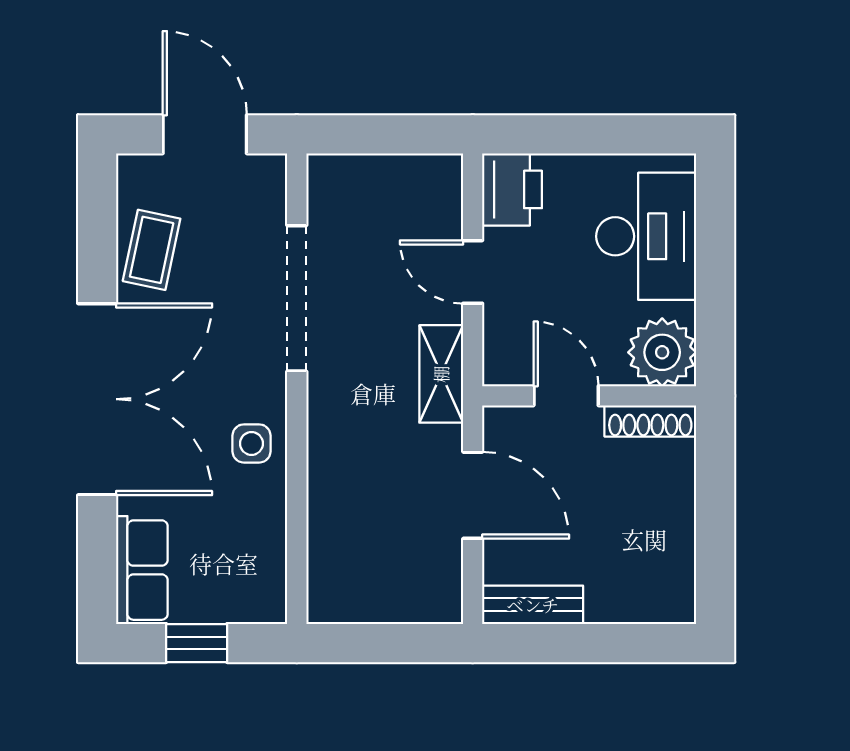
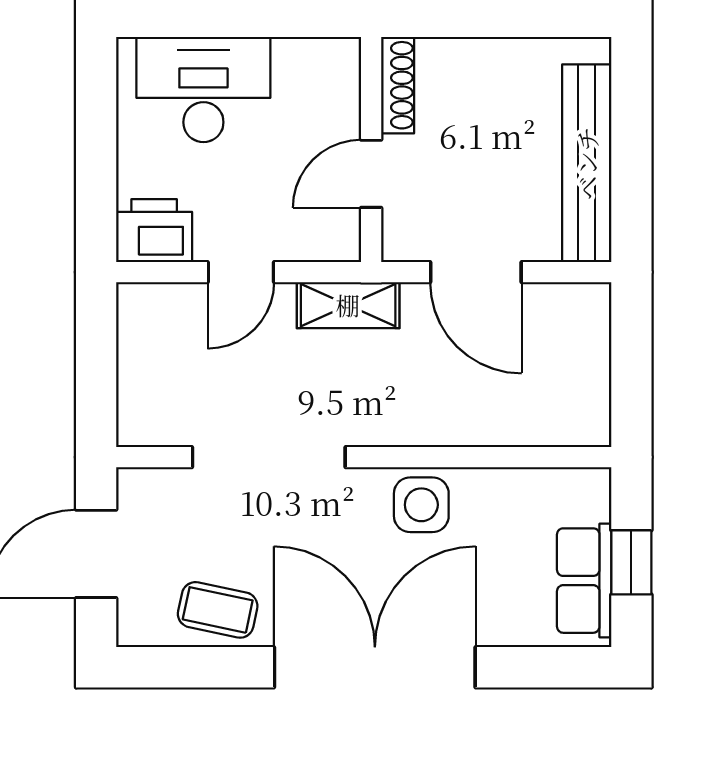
plant: (662, 352) -> (325, 73), removed
side table: (251, 443) -> (421, 505), width x1.37, depth x1.37
door: (473, 495) -> (476, 272), swing flipped
row of seats: (142, 570) -> (584, 581), moved, turned -90
bench: (533, 605) -> (587, 163), width x1.86, depth x1.21

